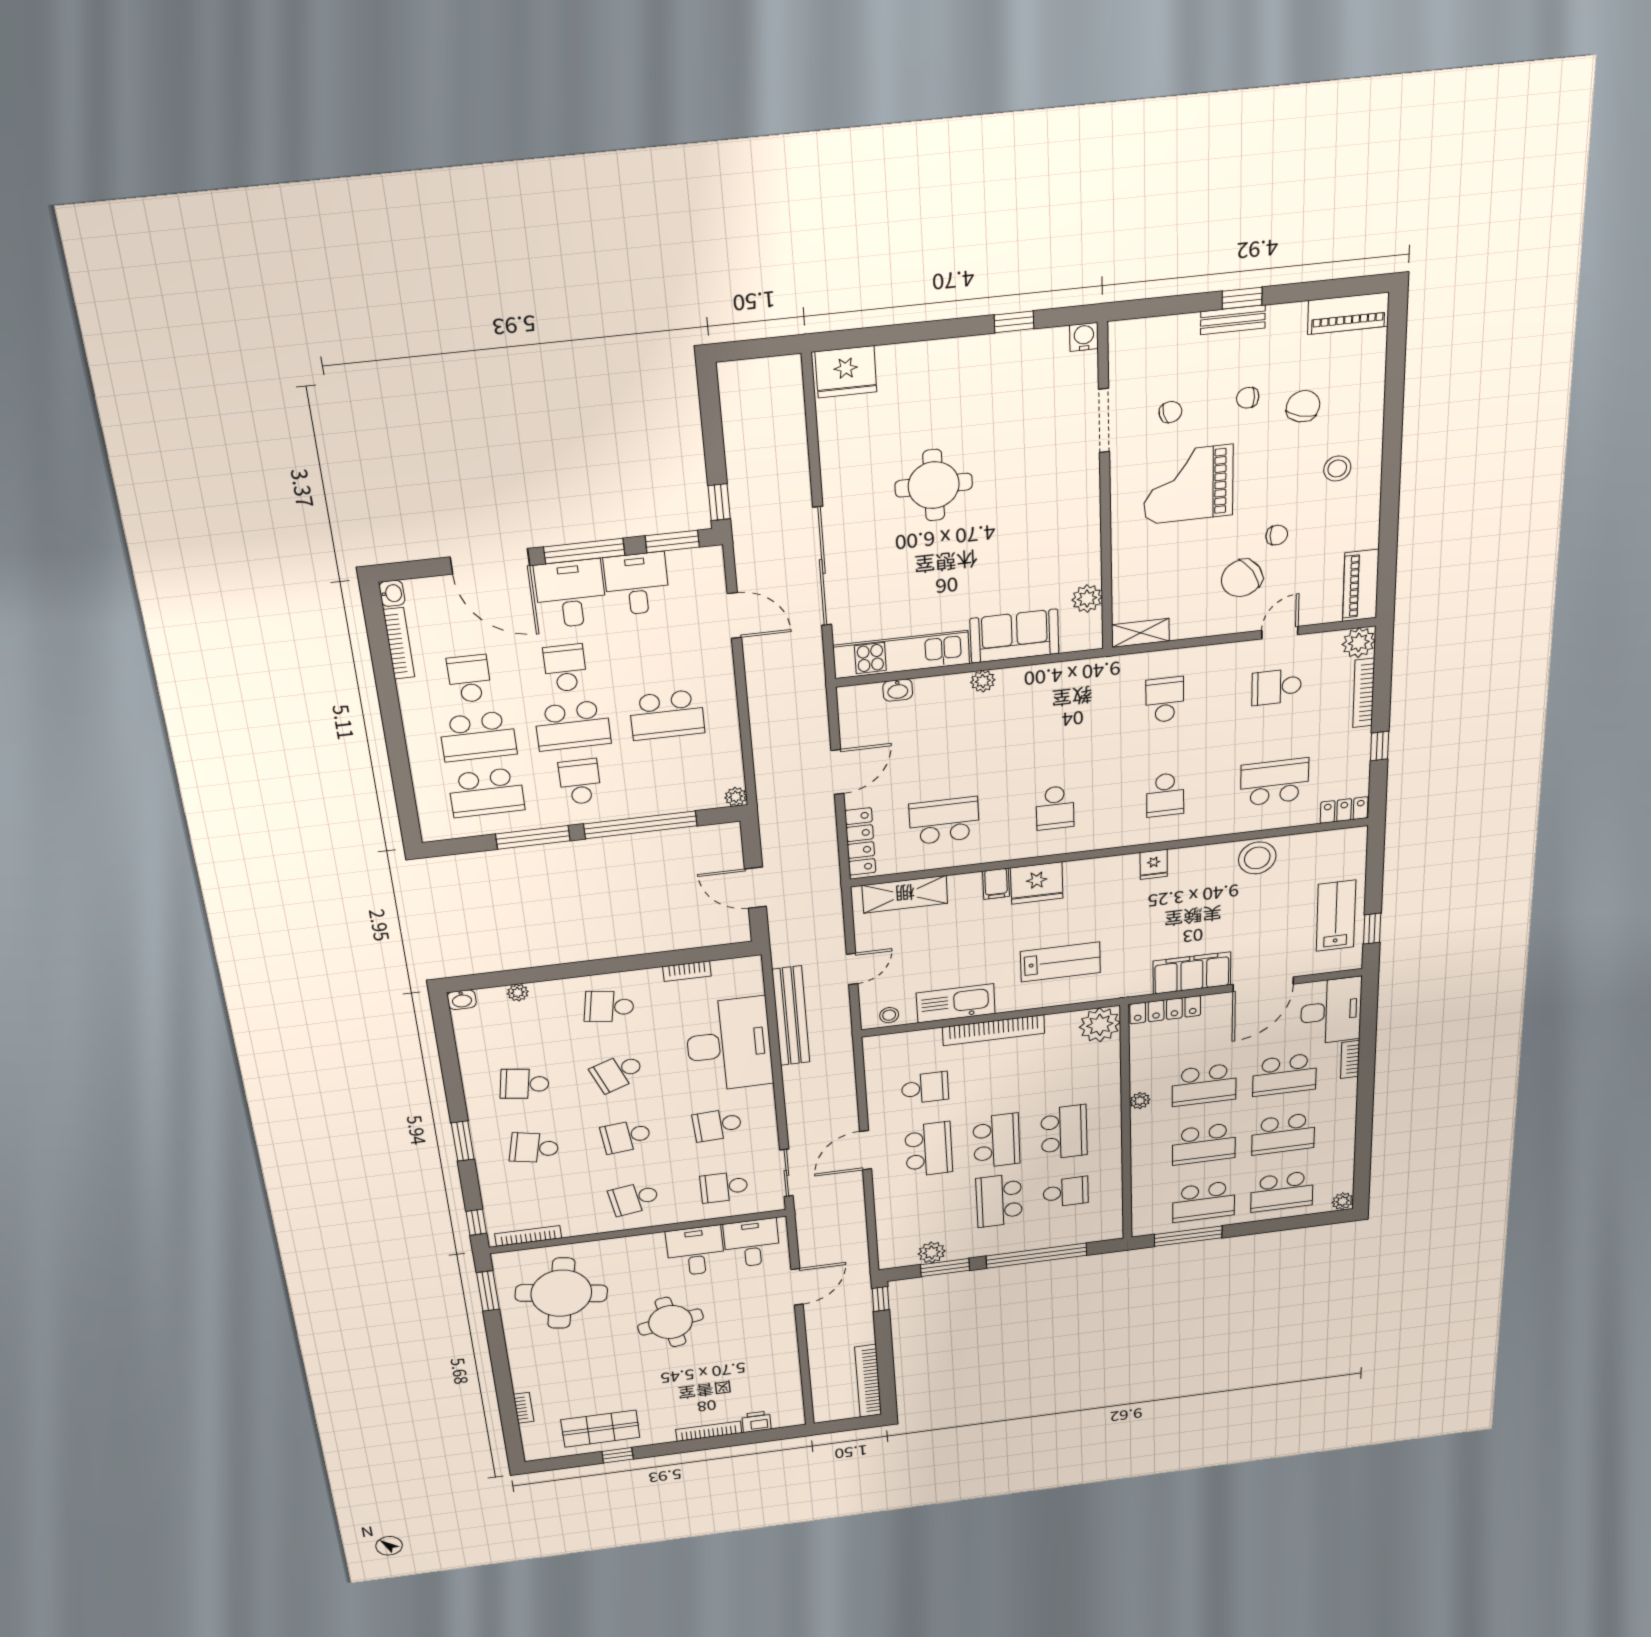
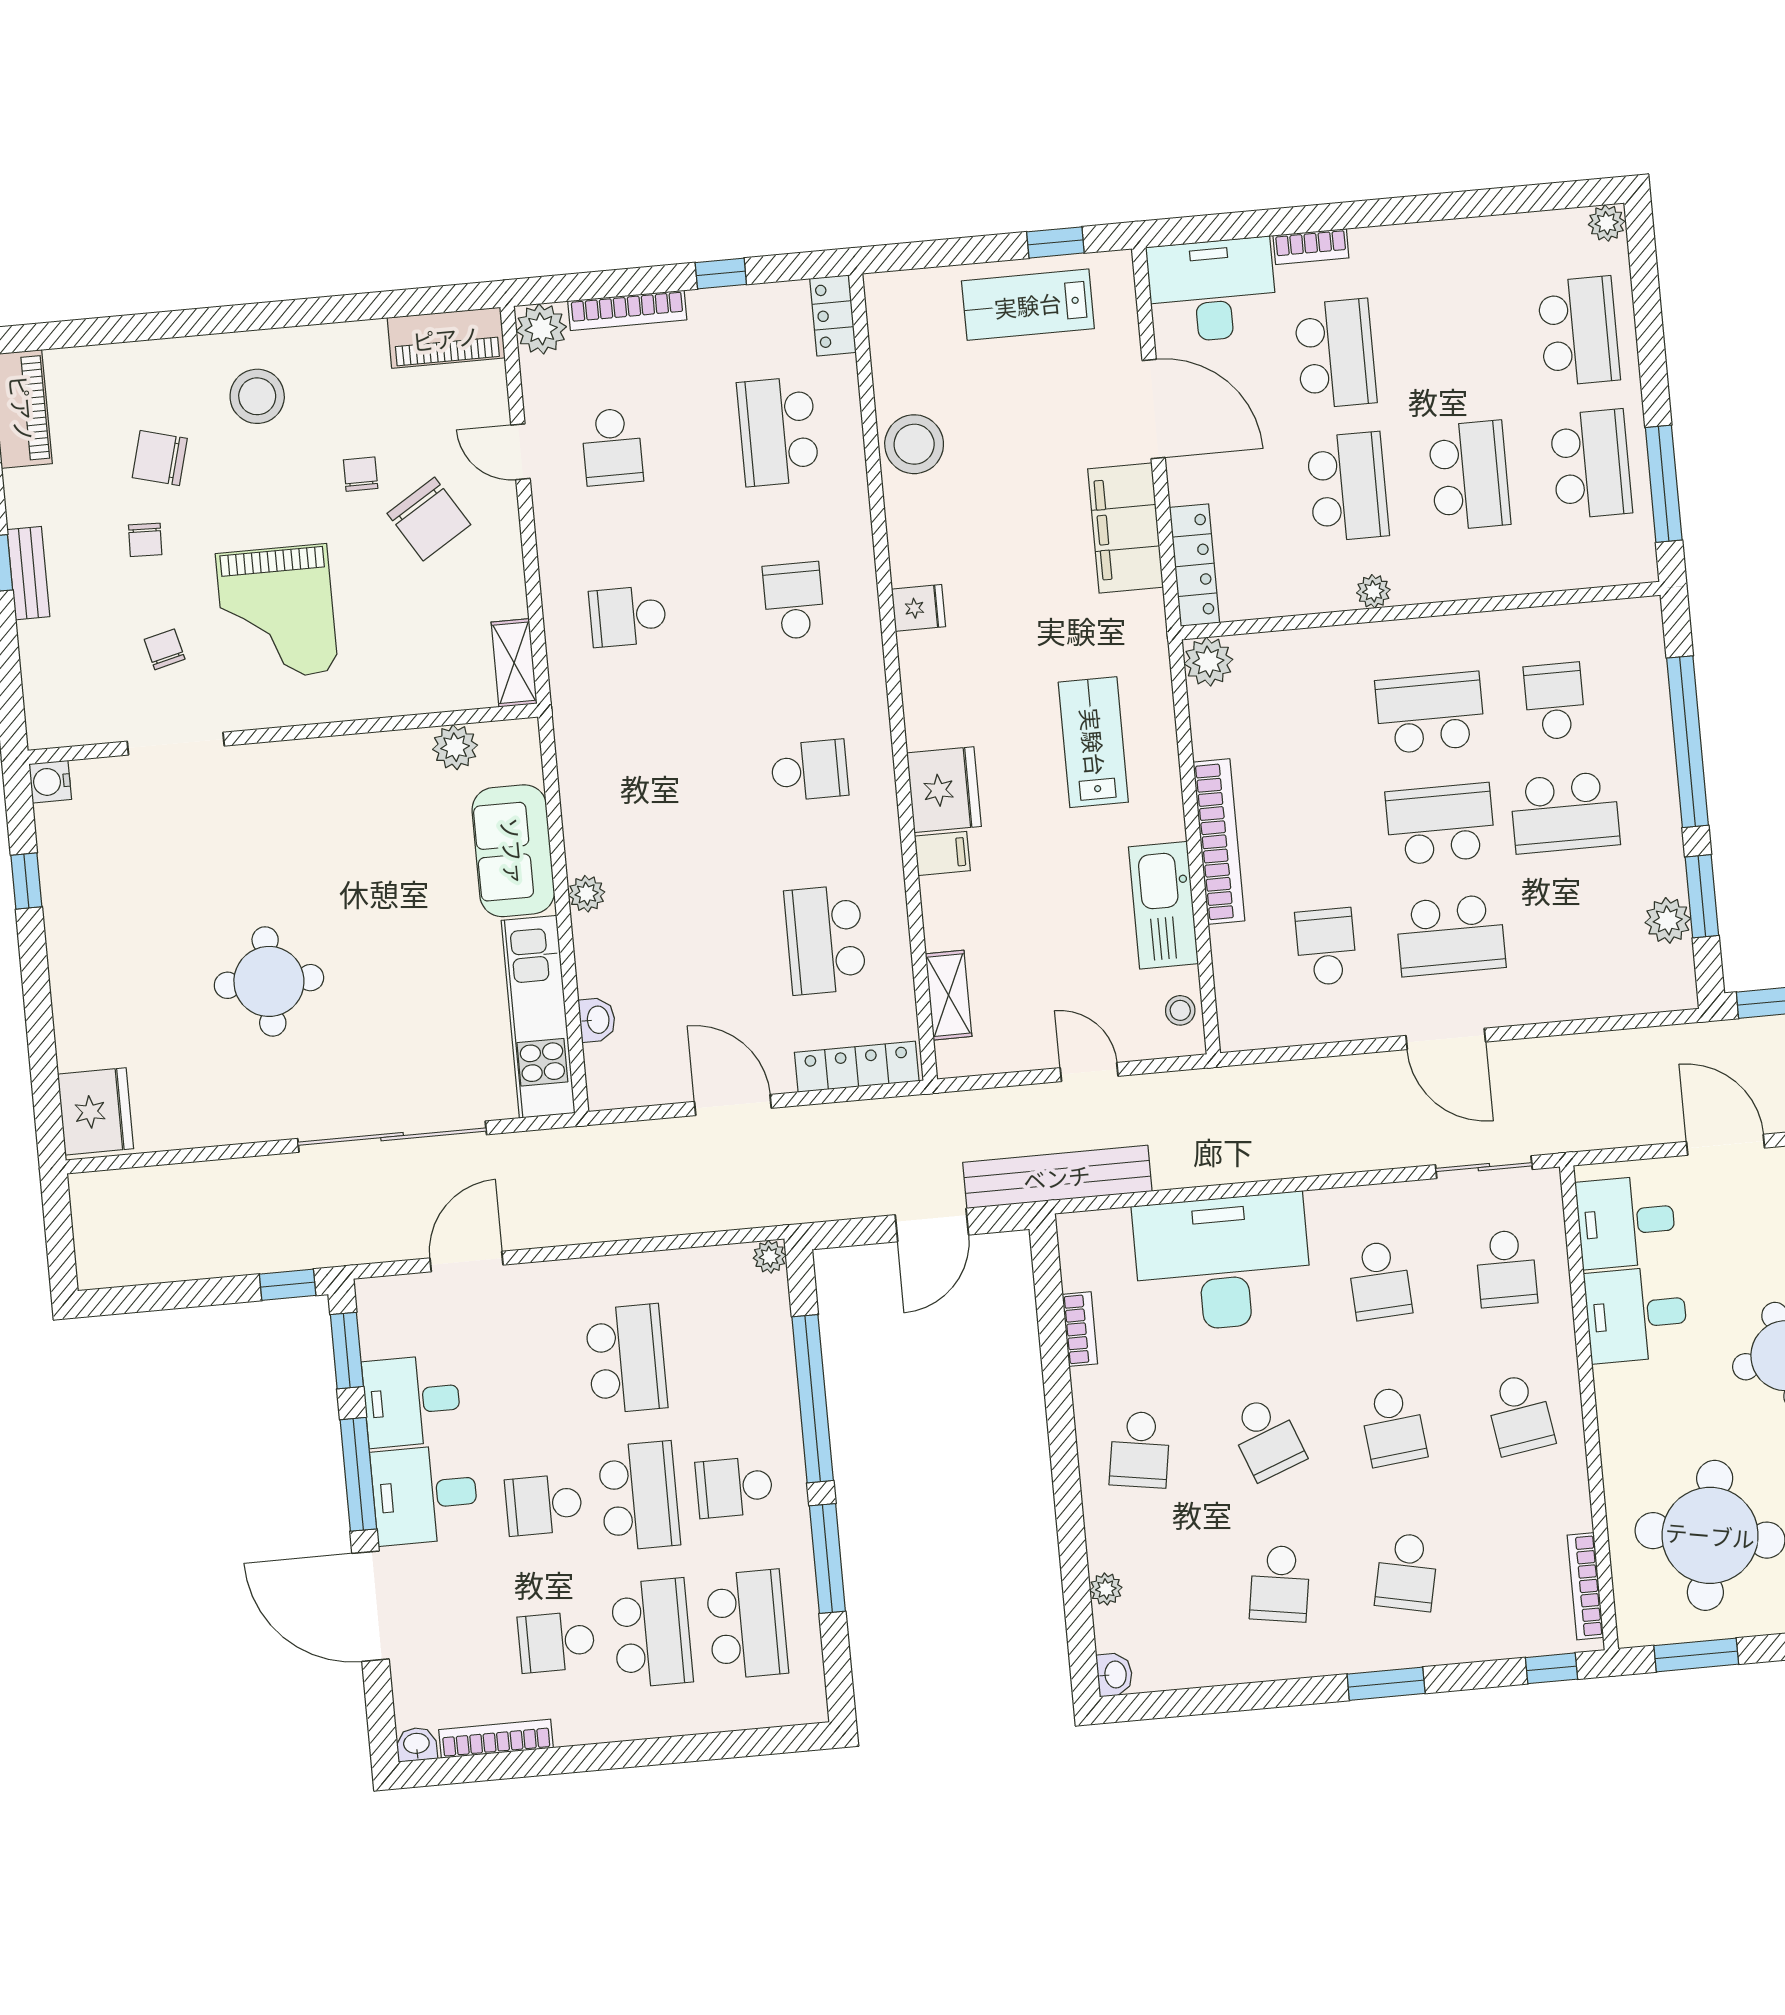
stool: (1337, 468) -> (257, 396), width x1.38, depth x1.38
door: (490, 561) -> (371, 1606), swing flipped
school desk: (1165, 795) -> (794, 601), turned -90
shelving: (905, 894) -> (949, 995), width x0.67, depth x0.75
bench: (791, 1016) -> (1057, 1177), moved
plant: (1100, 1025) -> (1208, 662), width x0.73, depth x0.73
school desk: (1283, 1134) -> (1457, 342), removed
school desk: (929, 1149) -> (1451, 935), turned 180

